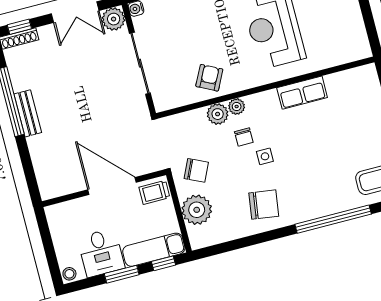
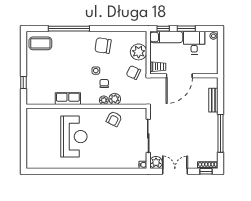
bench: (28, 113) -> (213, 100), moved
door: (112, 186) -> (179, 76), hinge flipped

